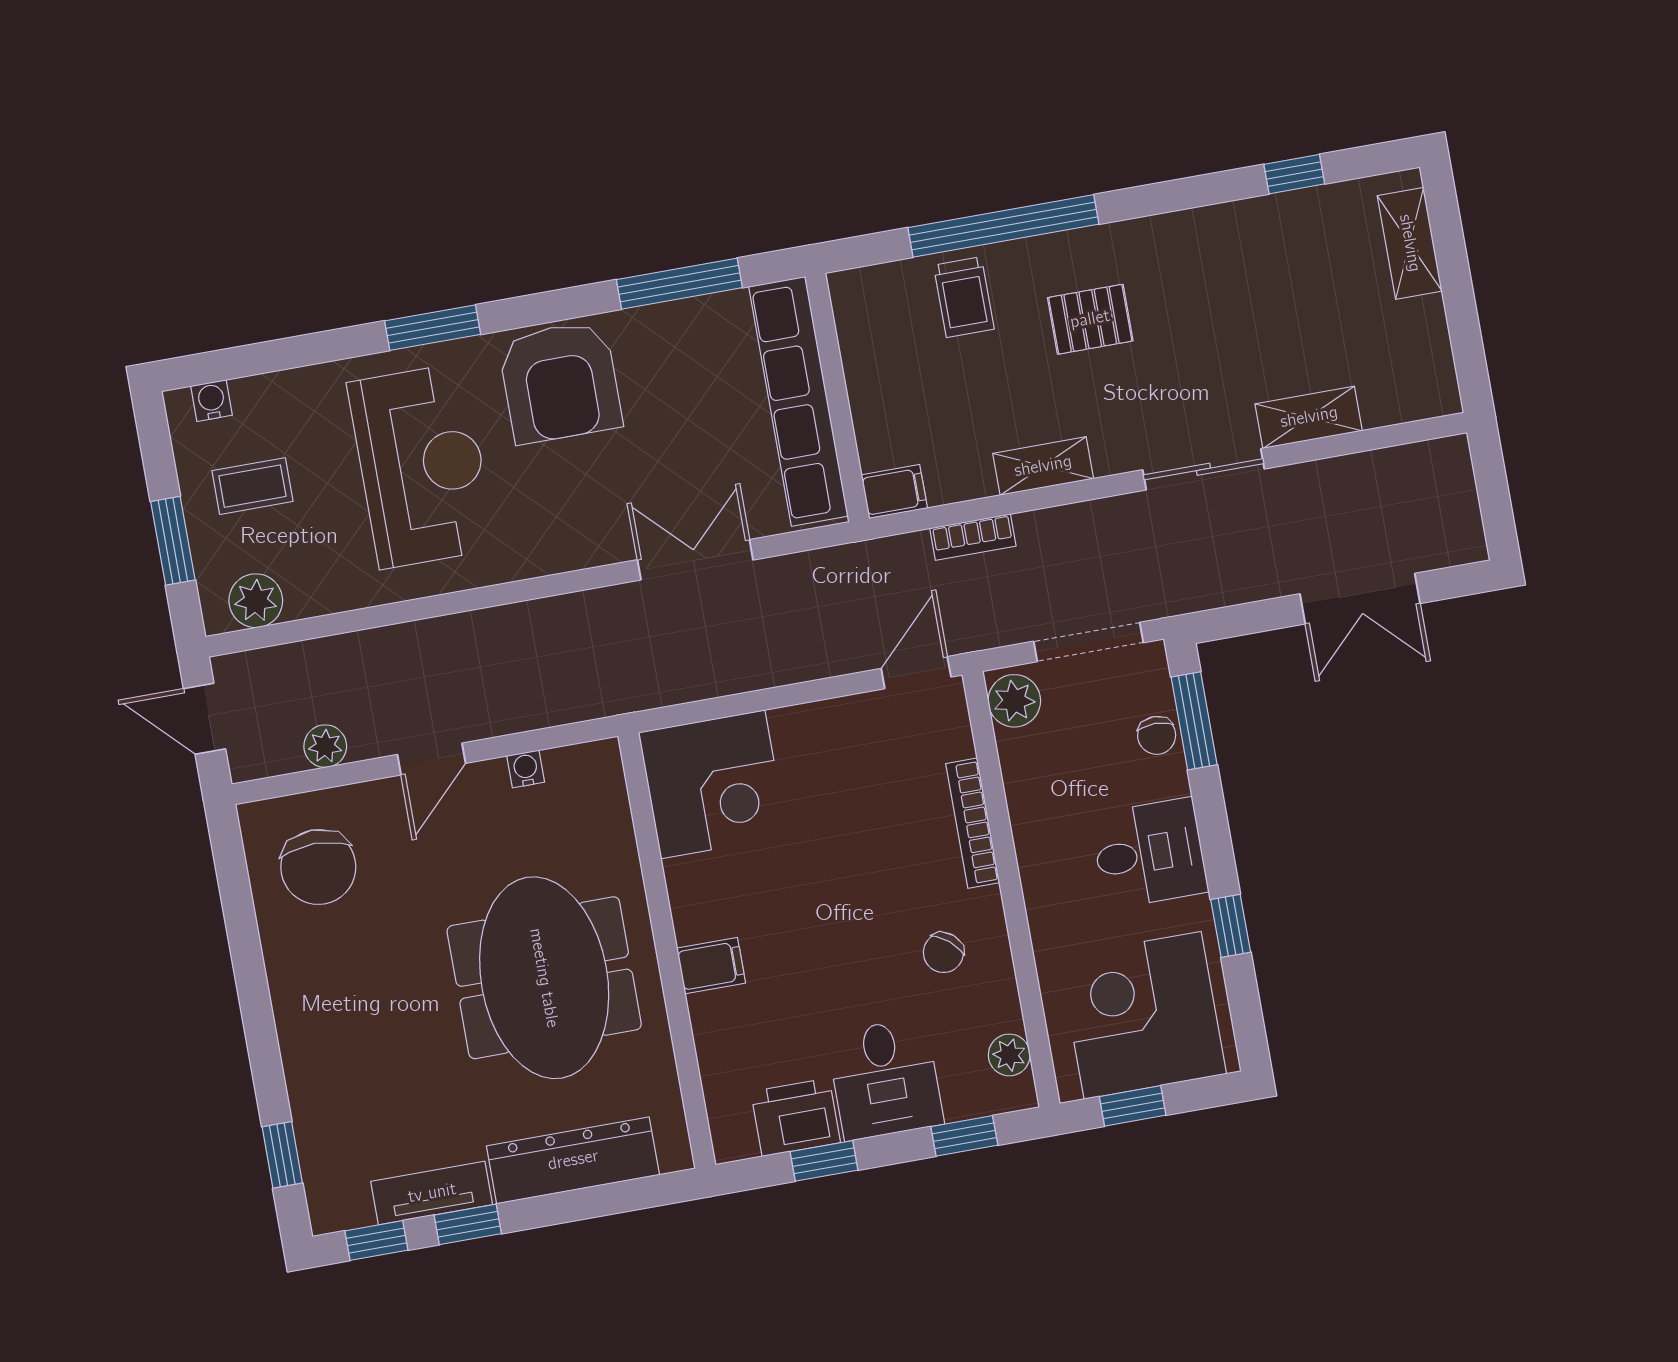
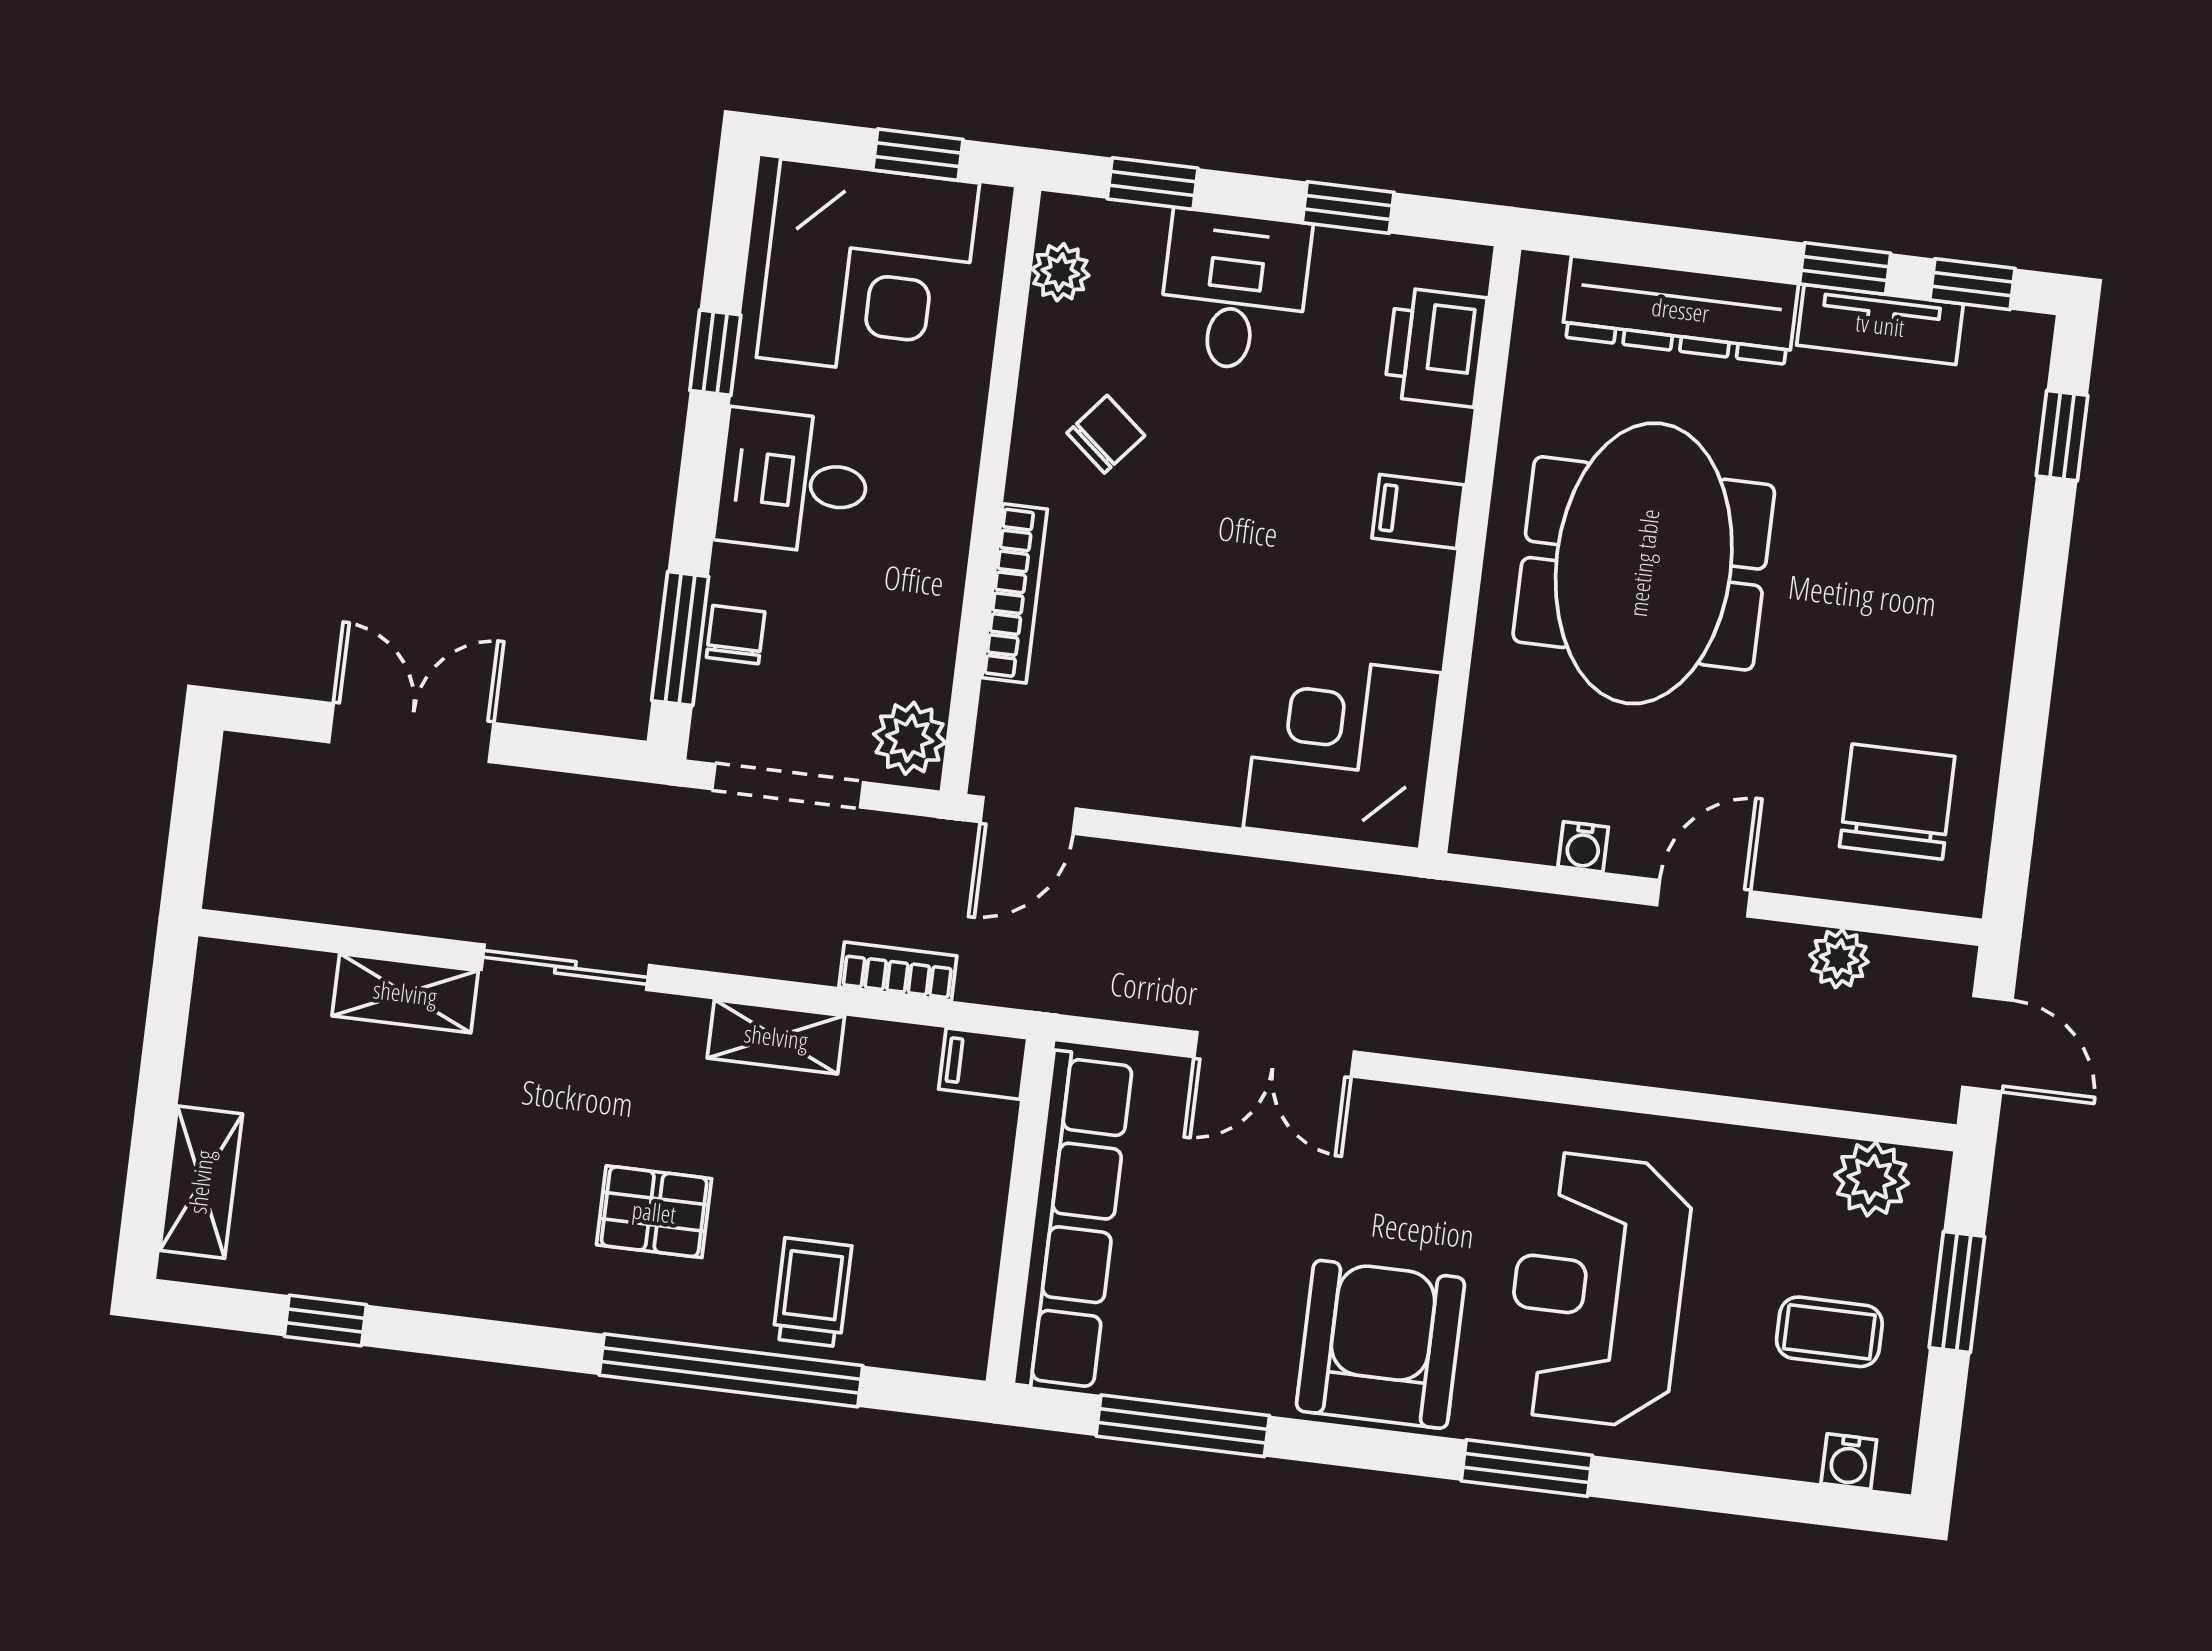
printer: (796, 1117) -> (1435, 347), moved, turned 90

